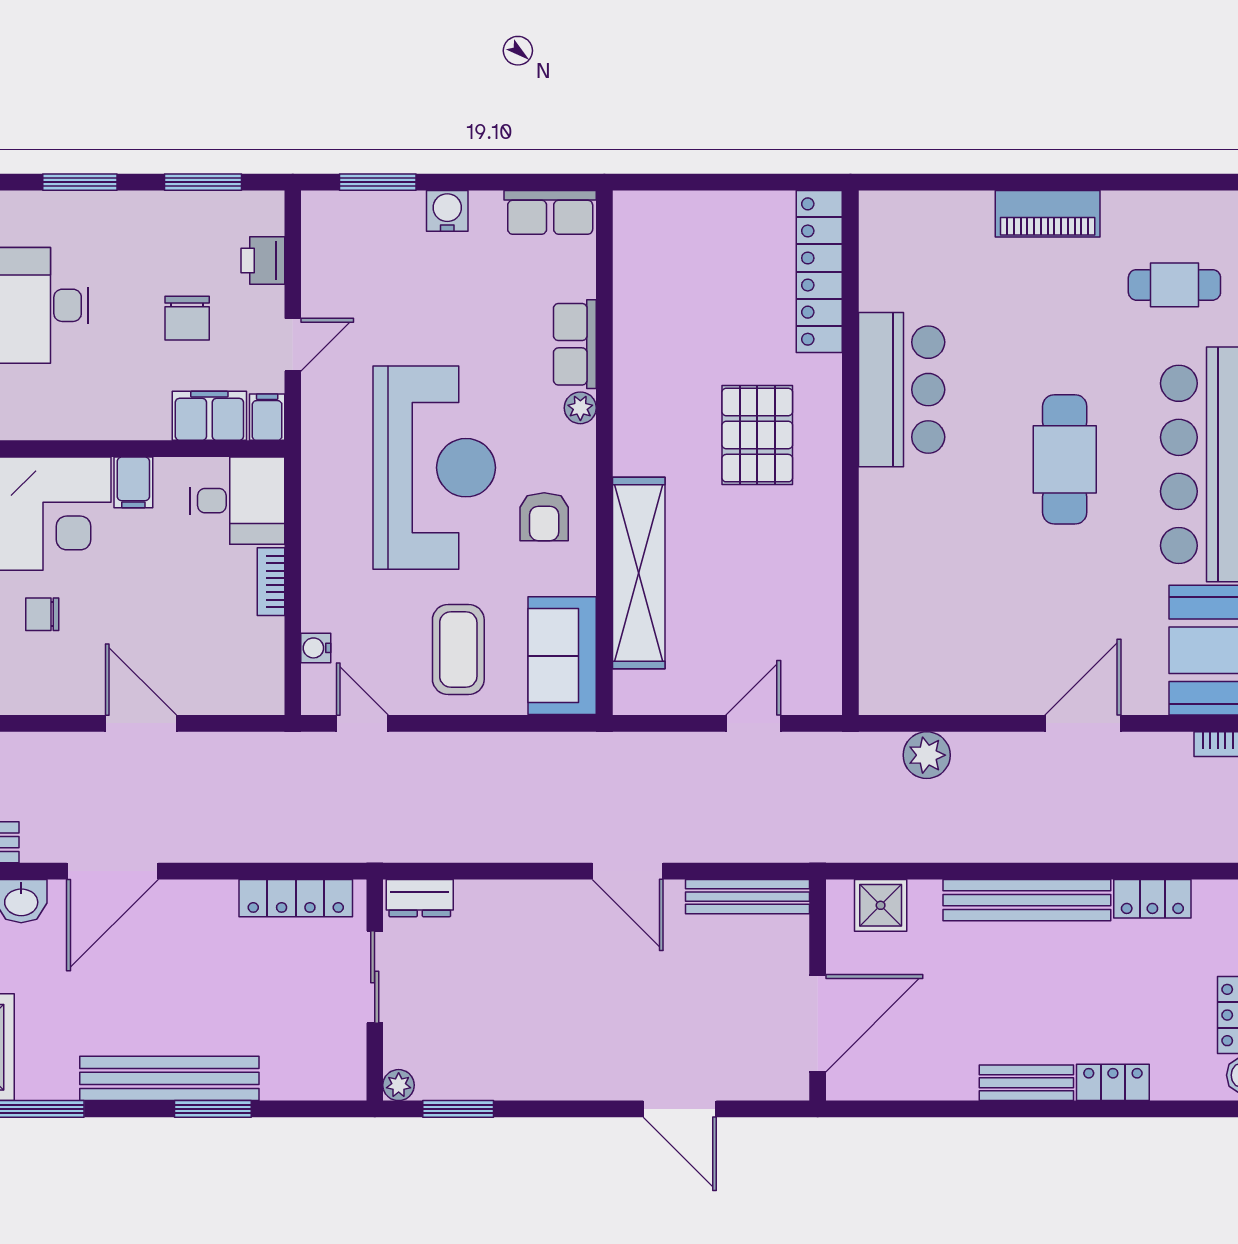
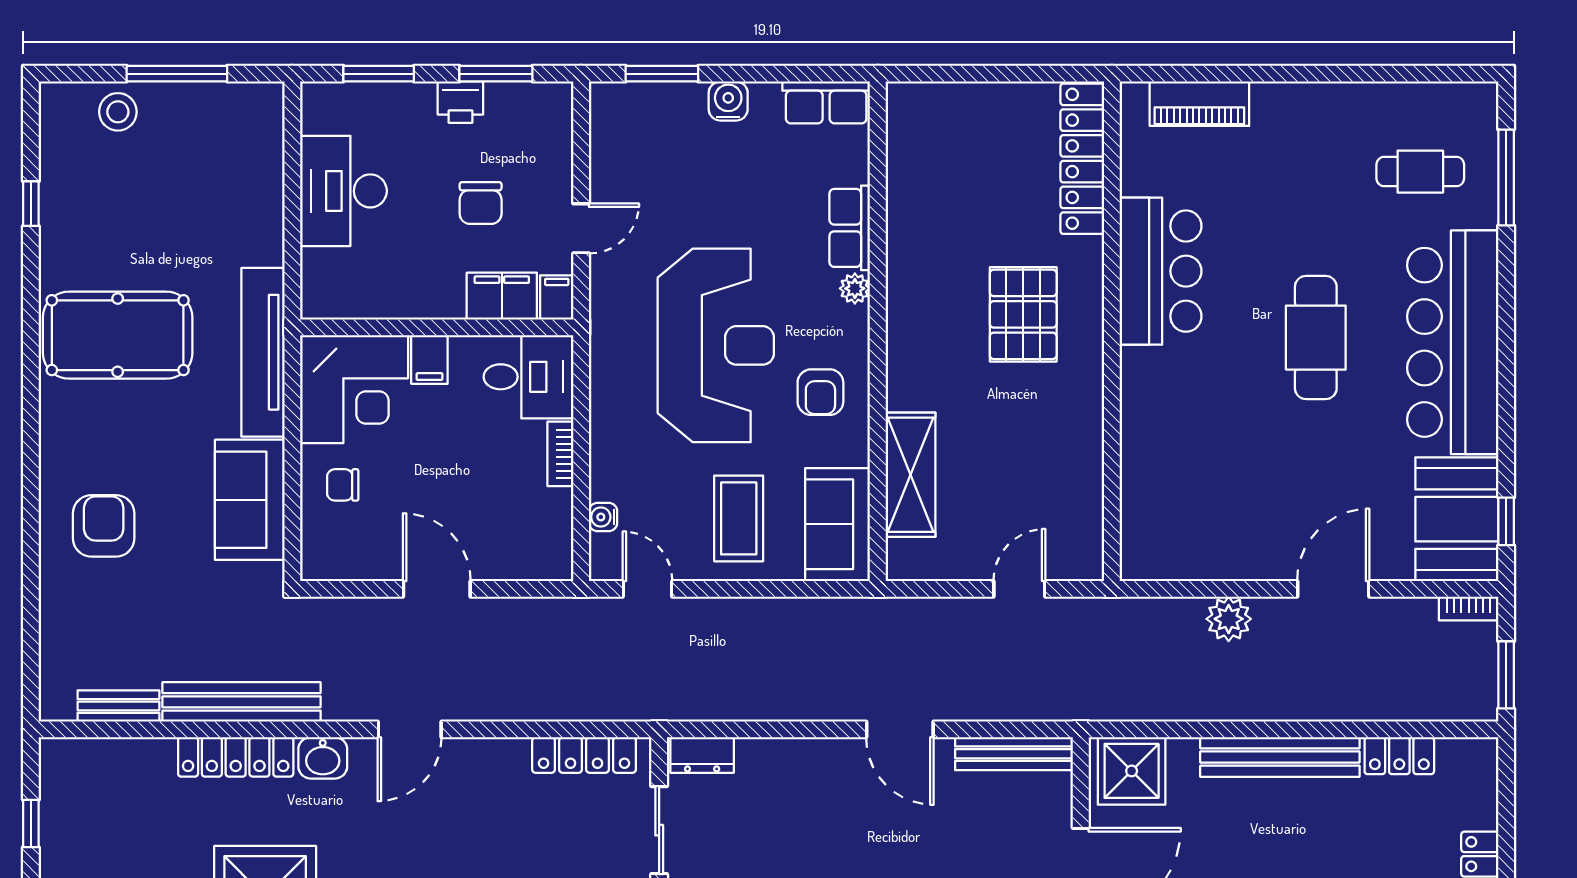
piano: (1048, 214) -> (1199, 104), moved
printer: (263, 260) -> (460, 102), moved, turned -90
shelving: (639, 573) -> (910, 475), width x0.68
plant: (927, 755) -> (1229, 619), moved
door: (112, 871) -> (410, 729), width x0.73
shower: (881, 905) -> (1132, 771), width x1.36, depth x1.36

